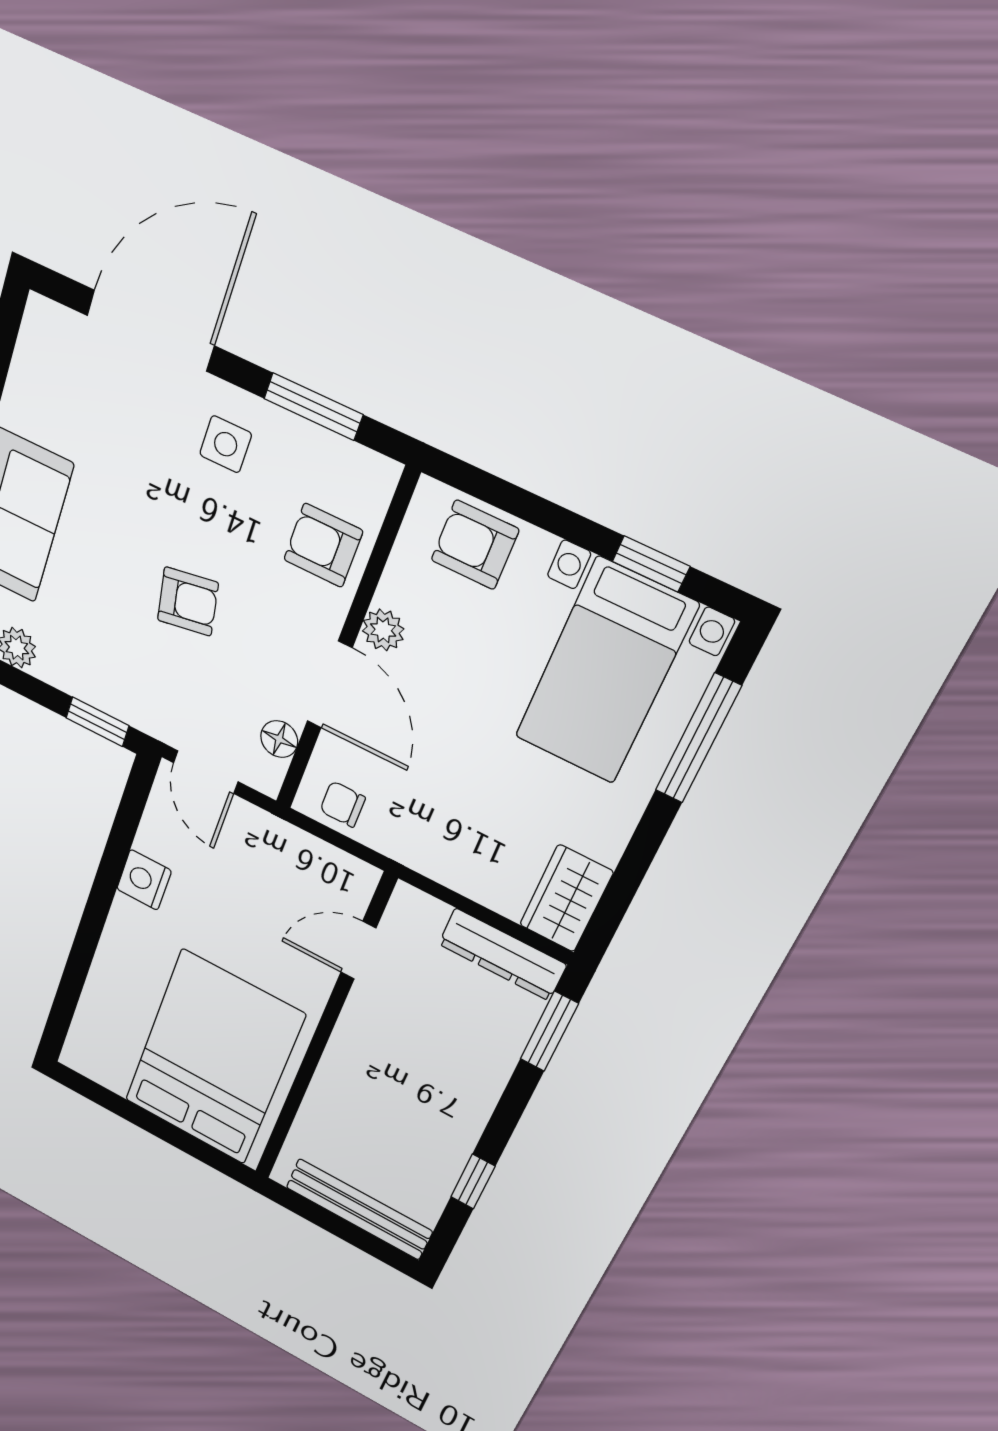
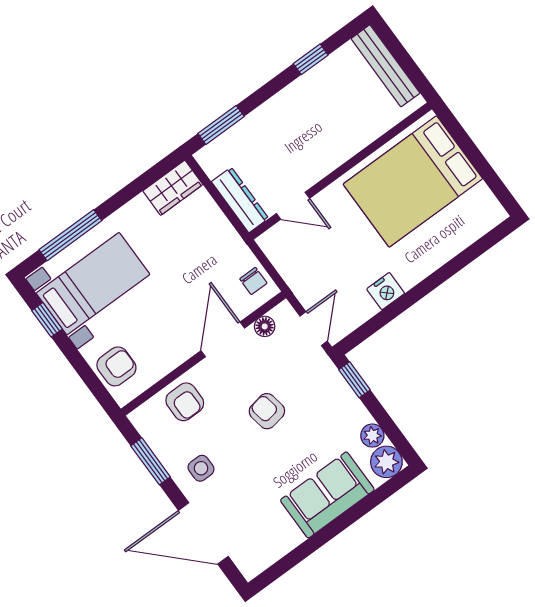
armchair: (475, 545) -> (116, 366), turned -90
plant: (383, 630) -> (181, 351), removed
dresser: (502, 954) -> (240, 200), moved

